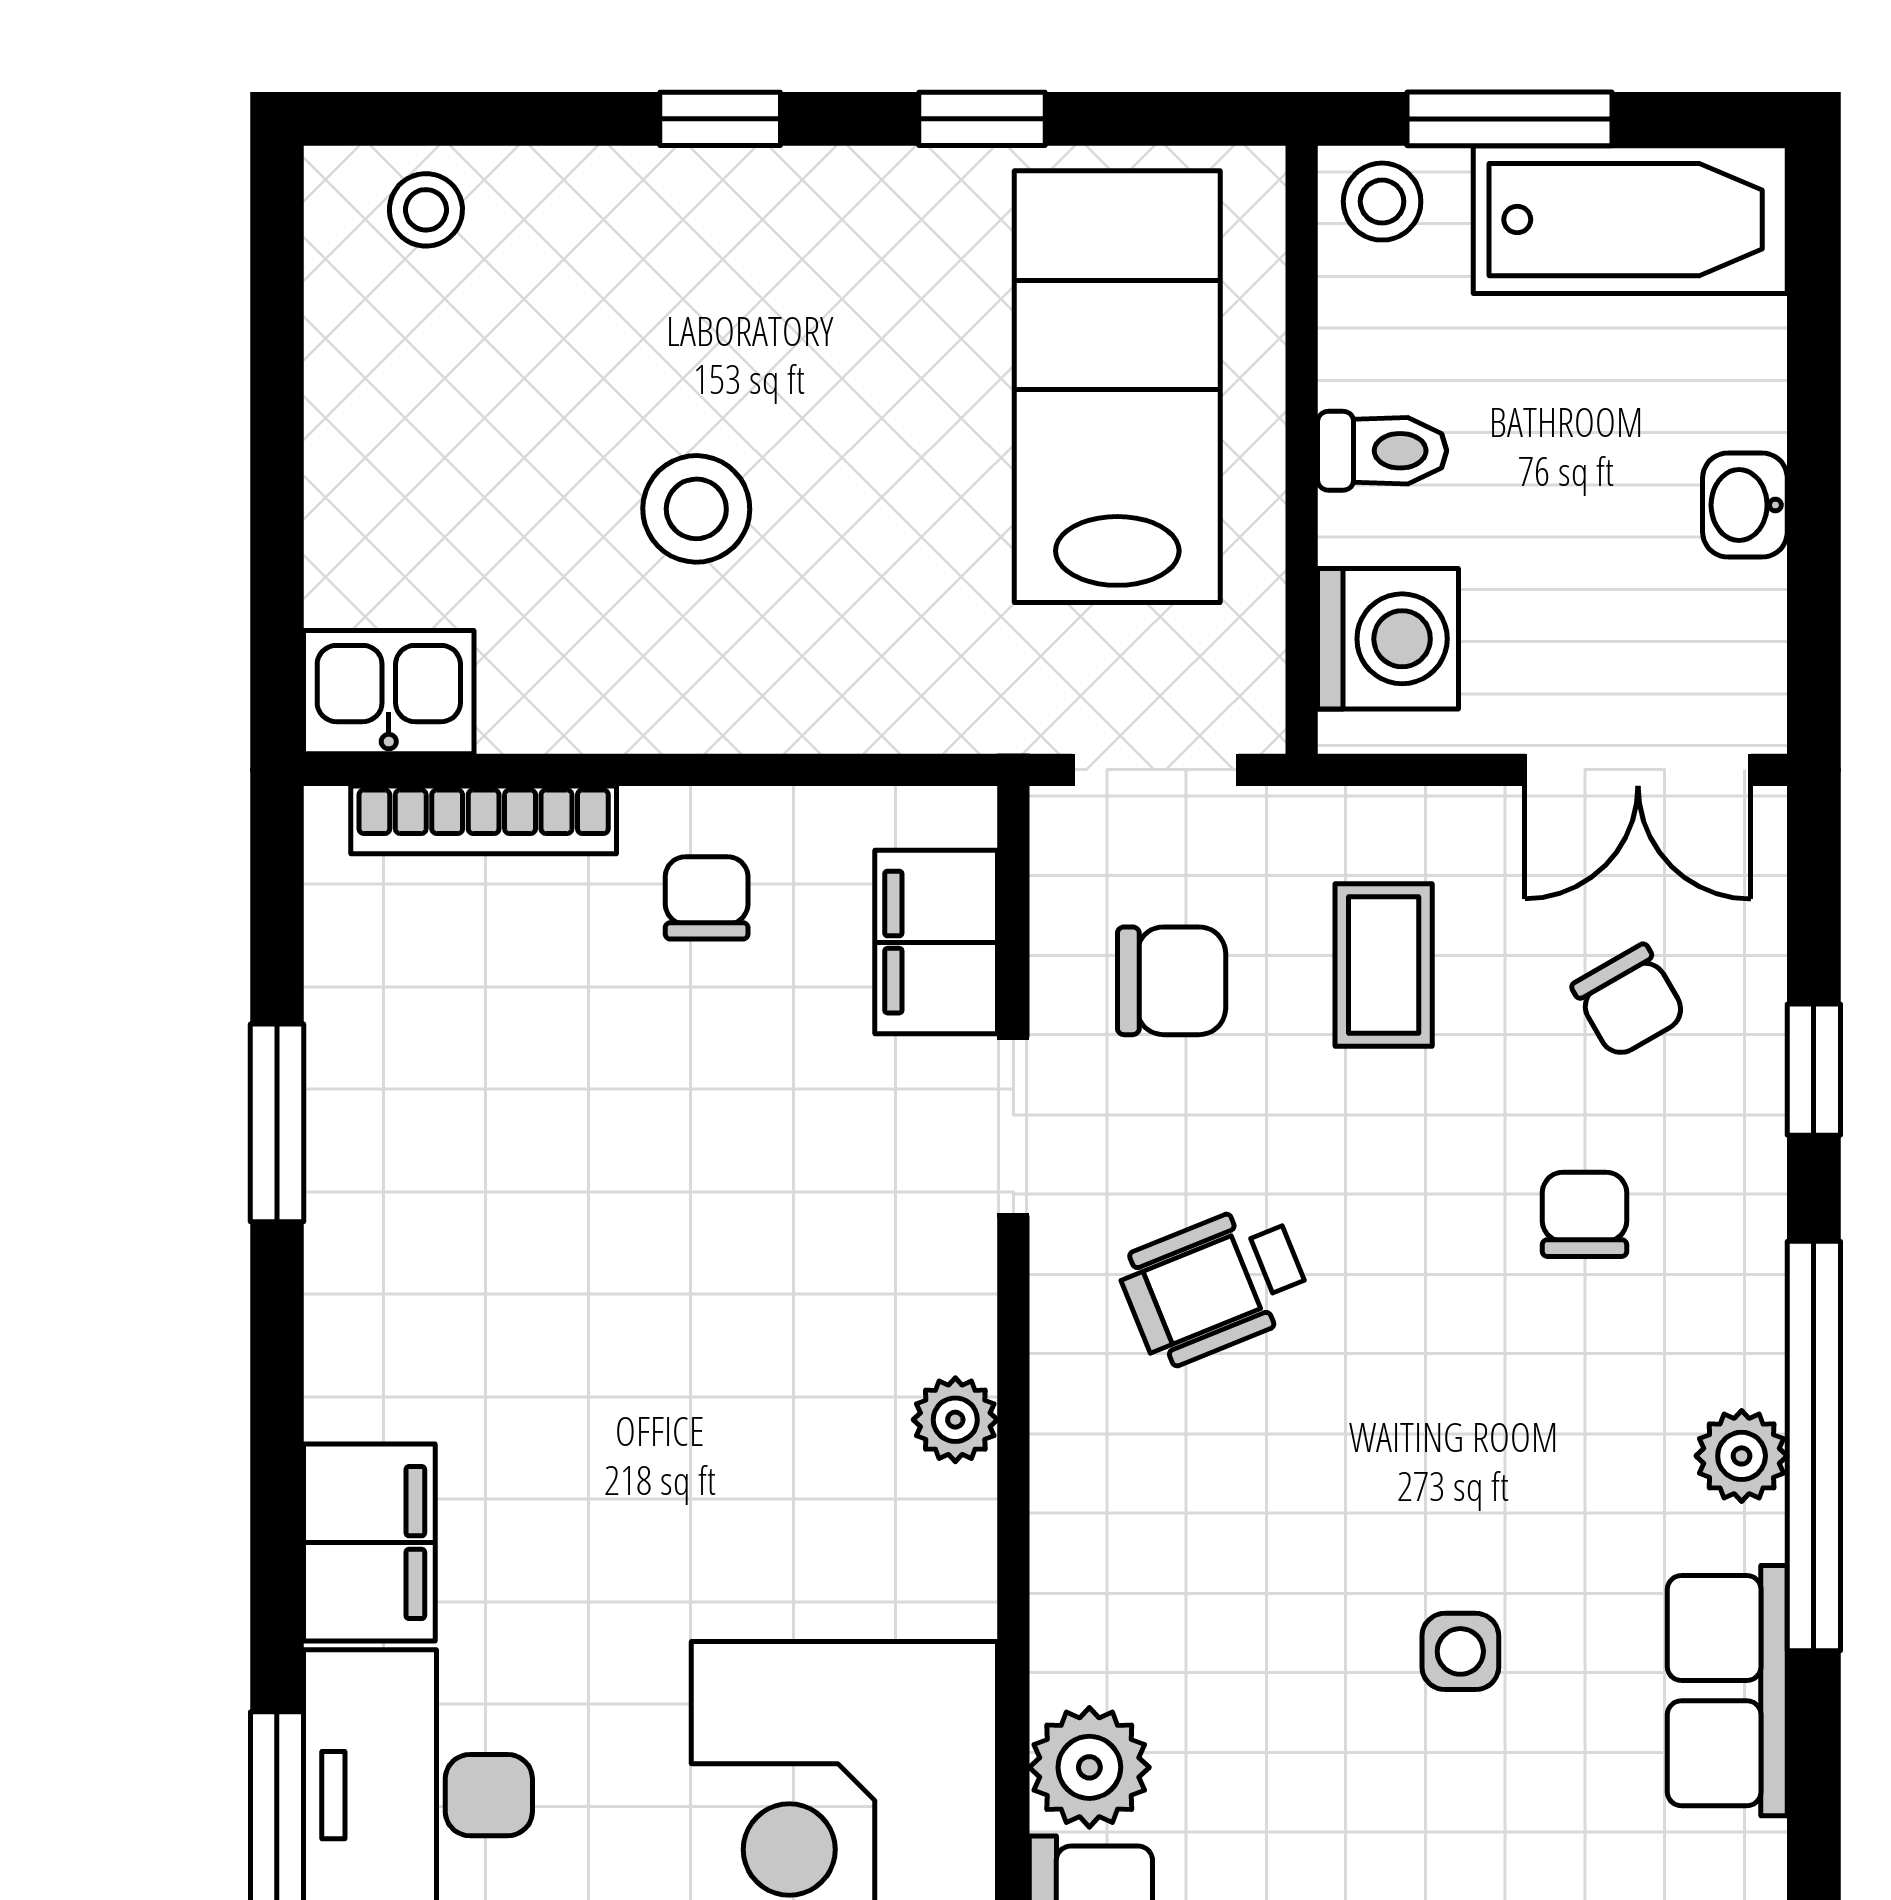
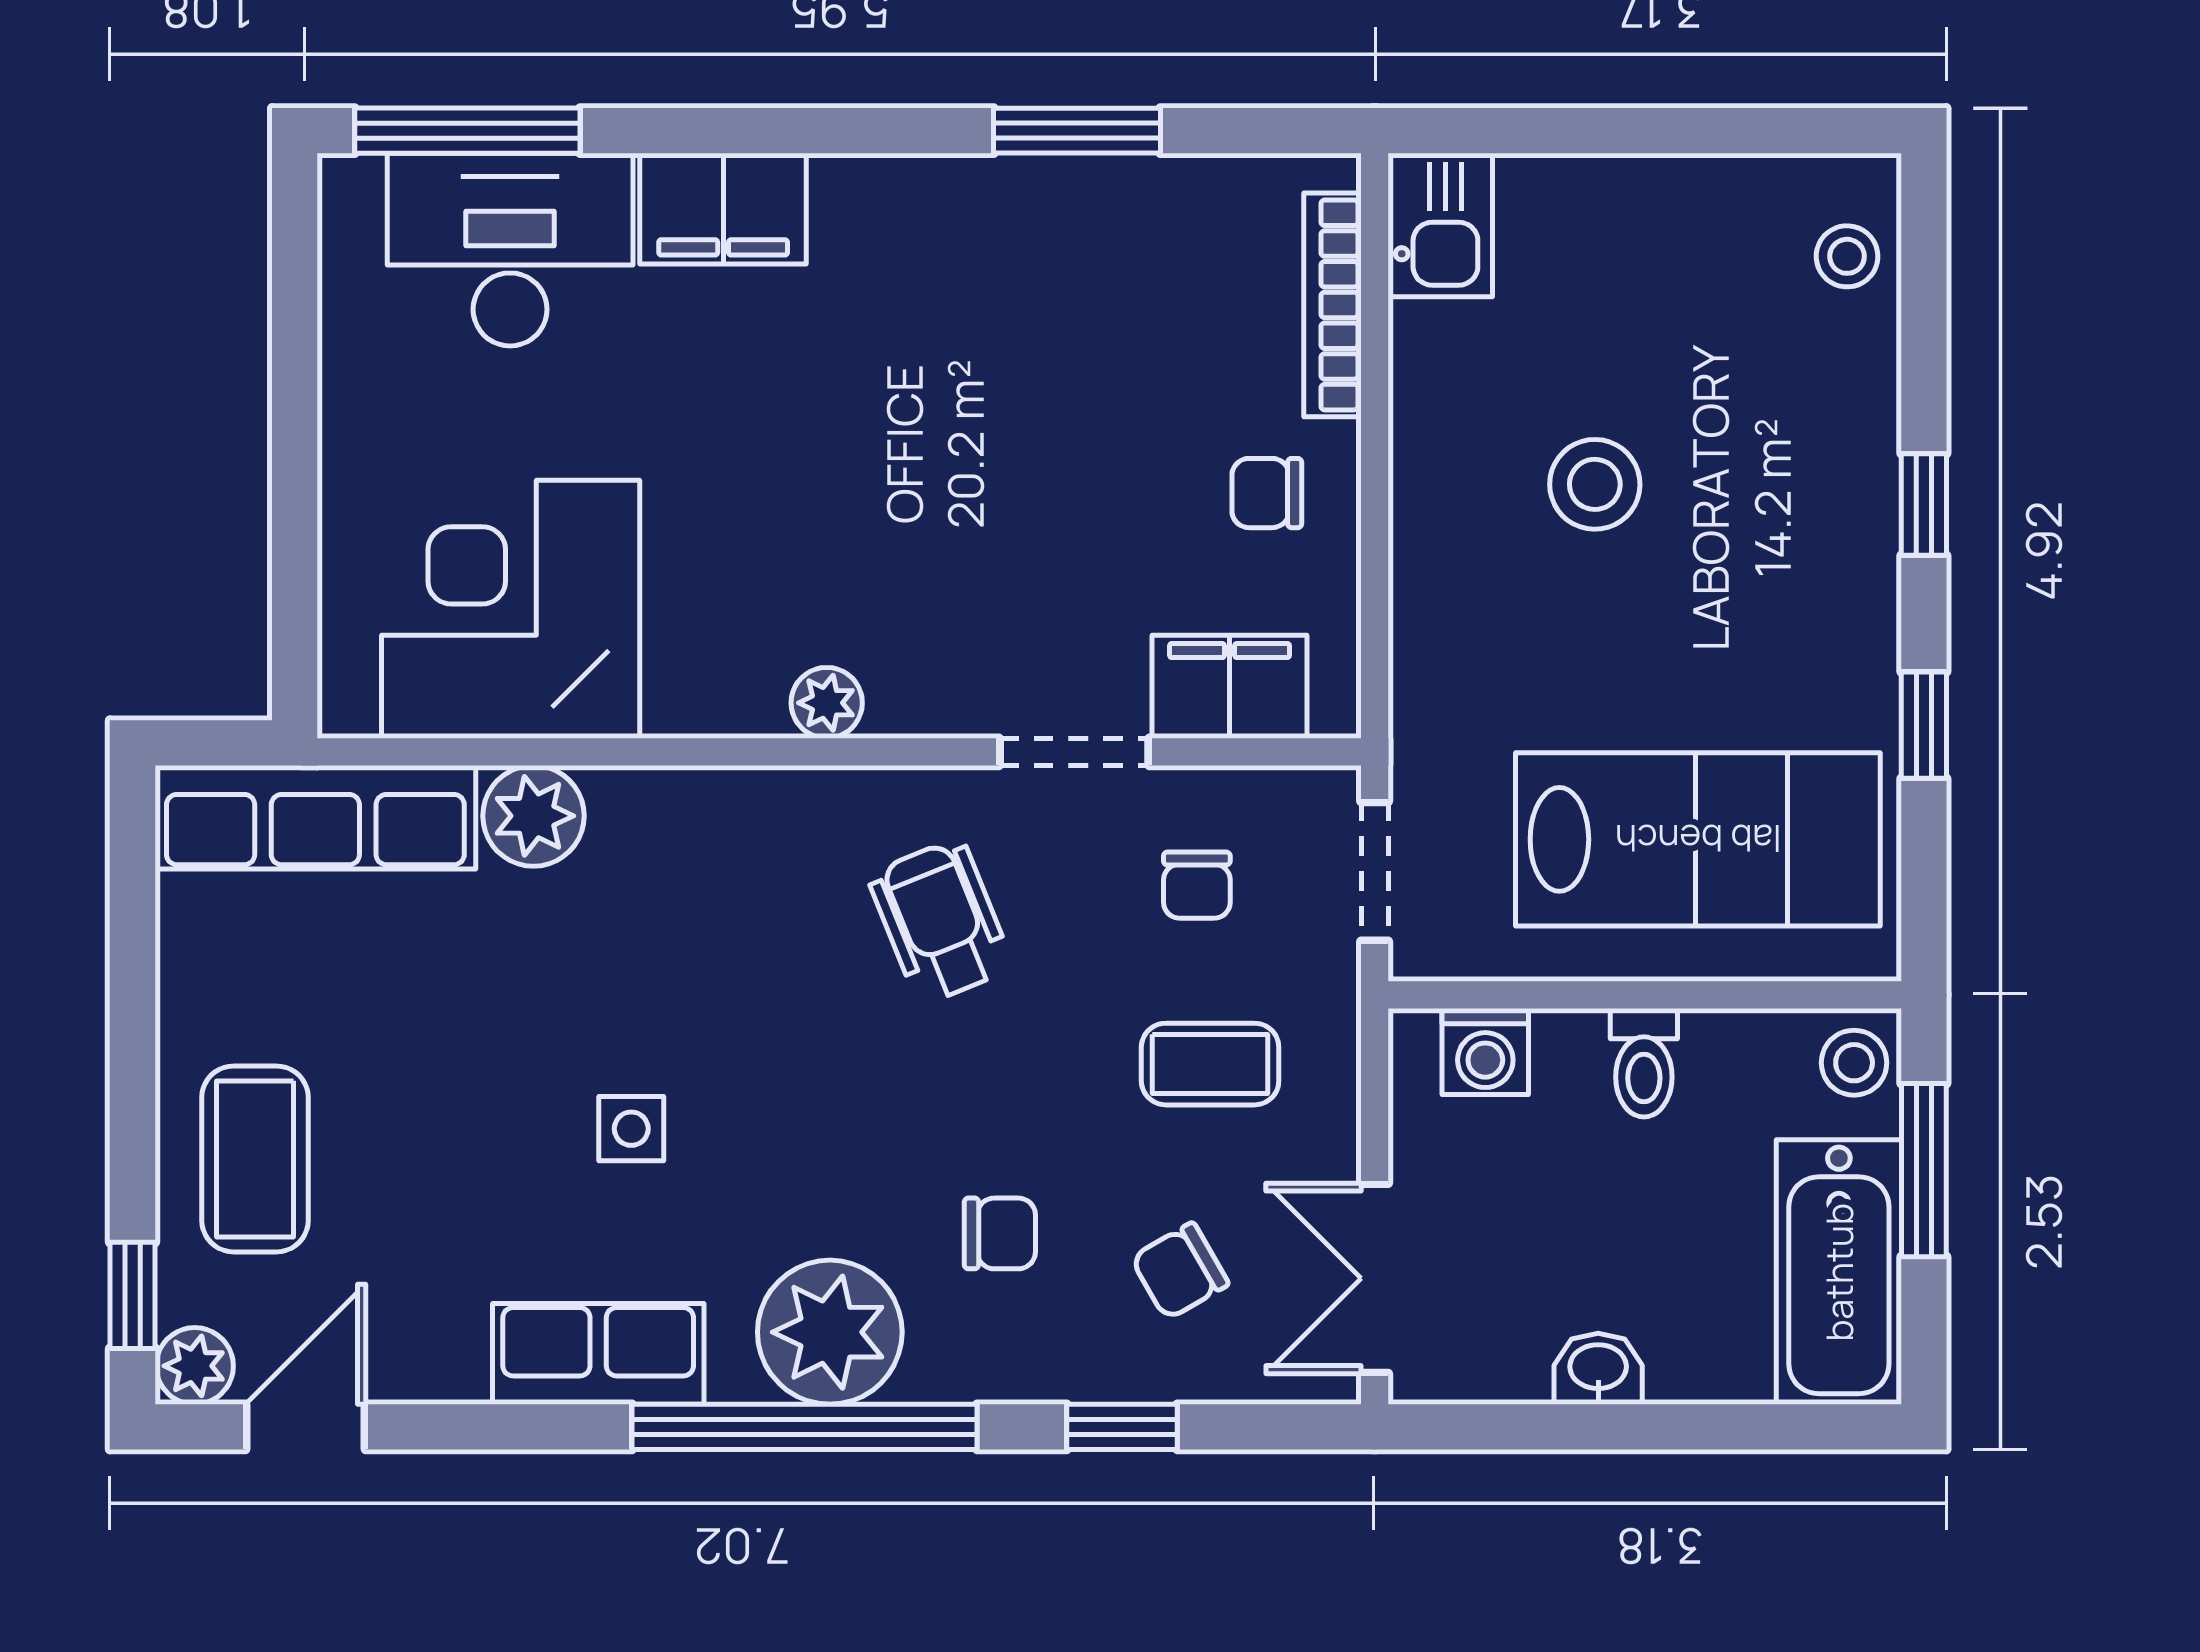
washing machine: (1388, 639) -> (1485, 1051), width x0.73, depth x0.73
chair: (707, 898) -> (1267, 493), turned 180
chair: (1172, 981) -> (1197, 885), width x0.73, depth x0.73
plant: (1742, 1456) -> (830, 1332), width x1.88, depth x1.88

